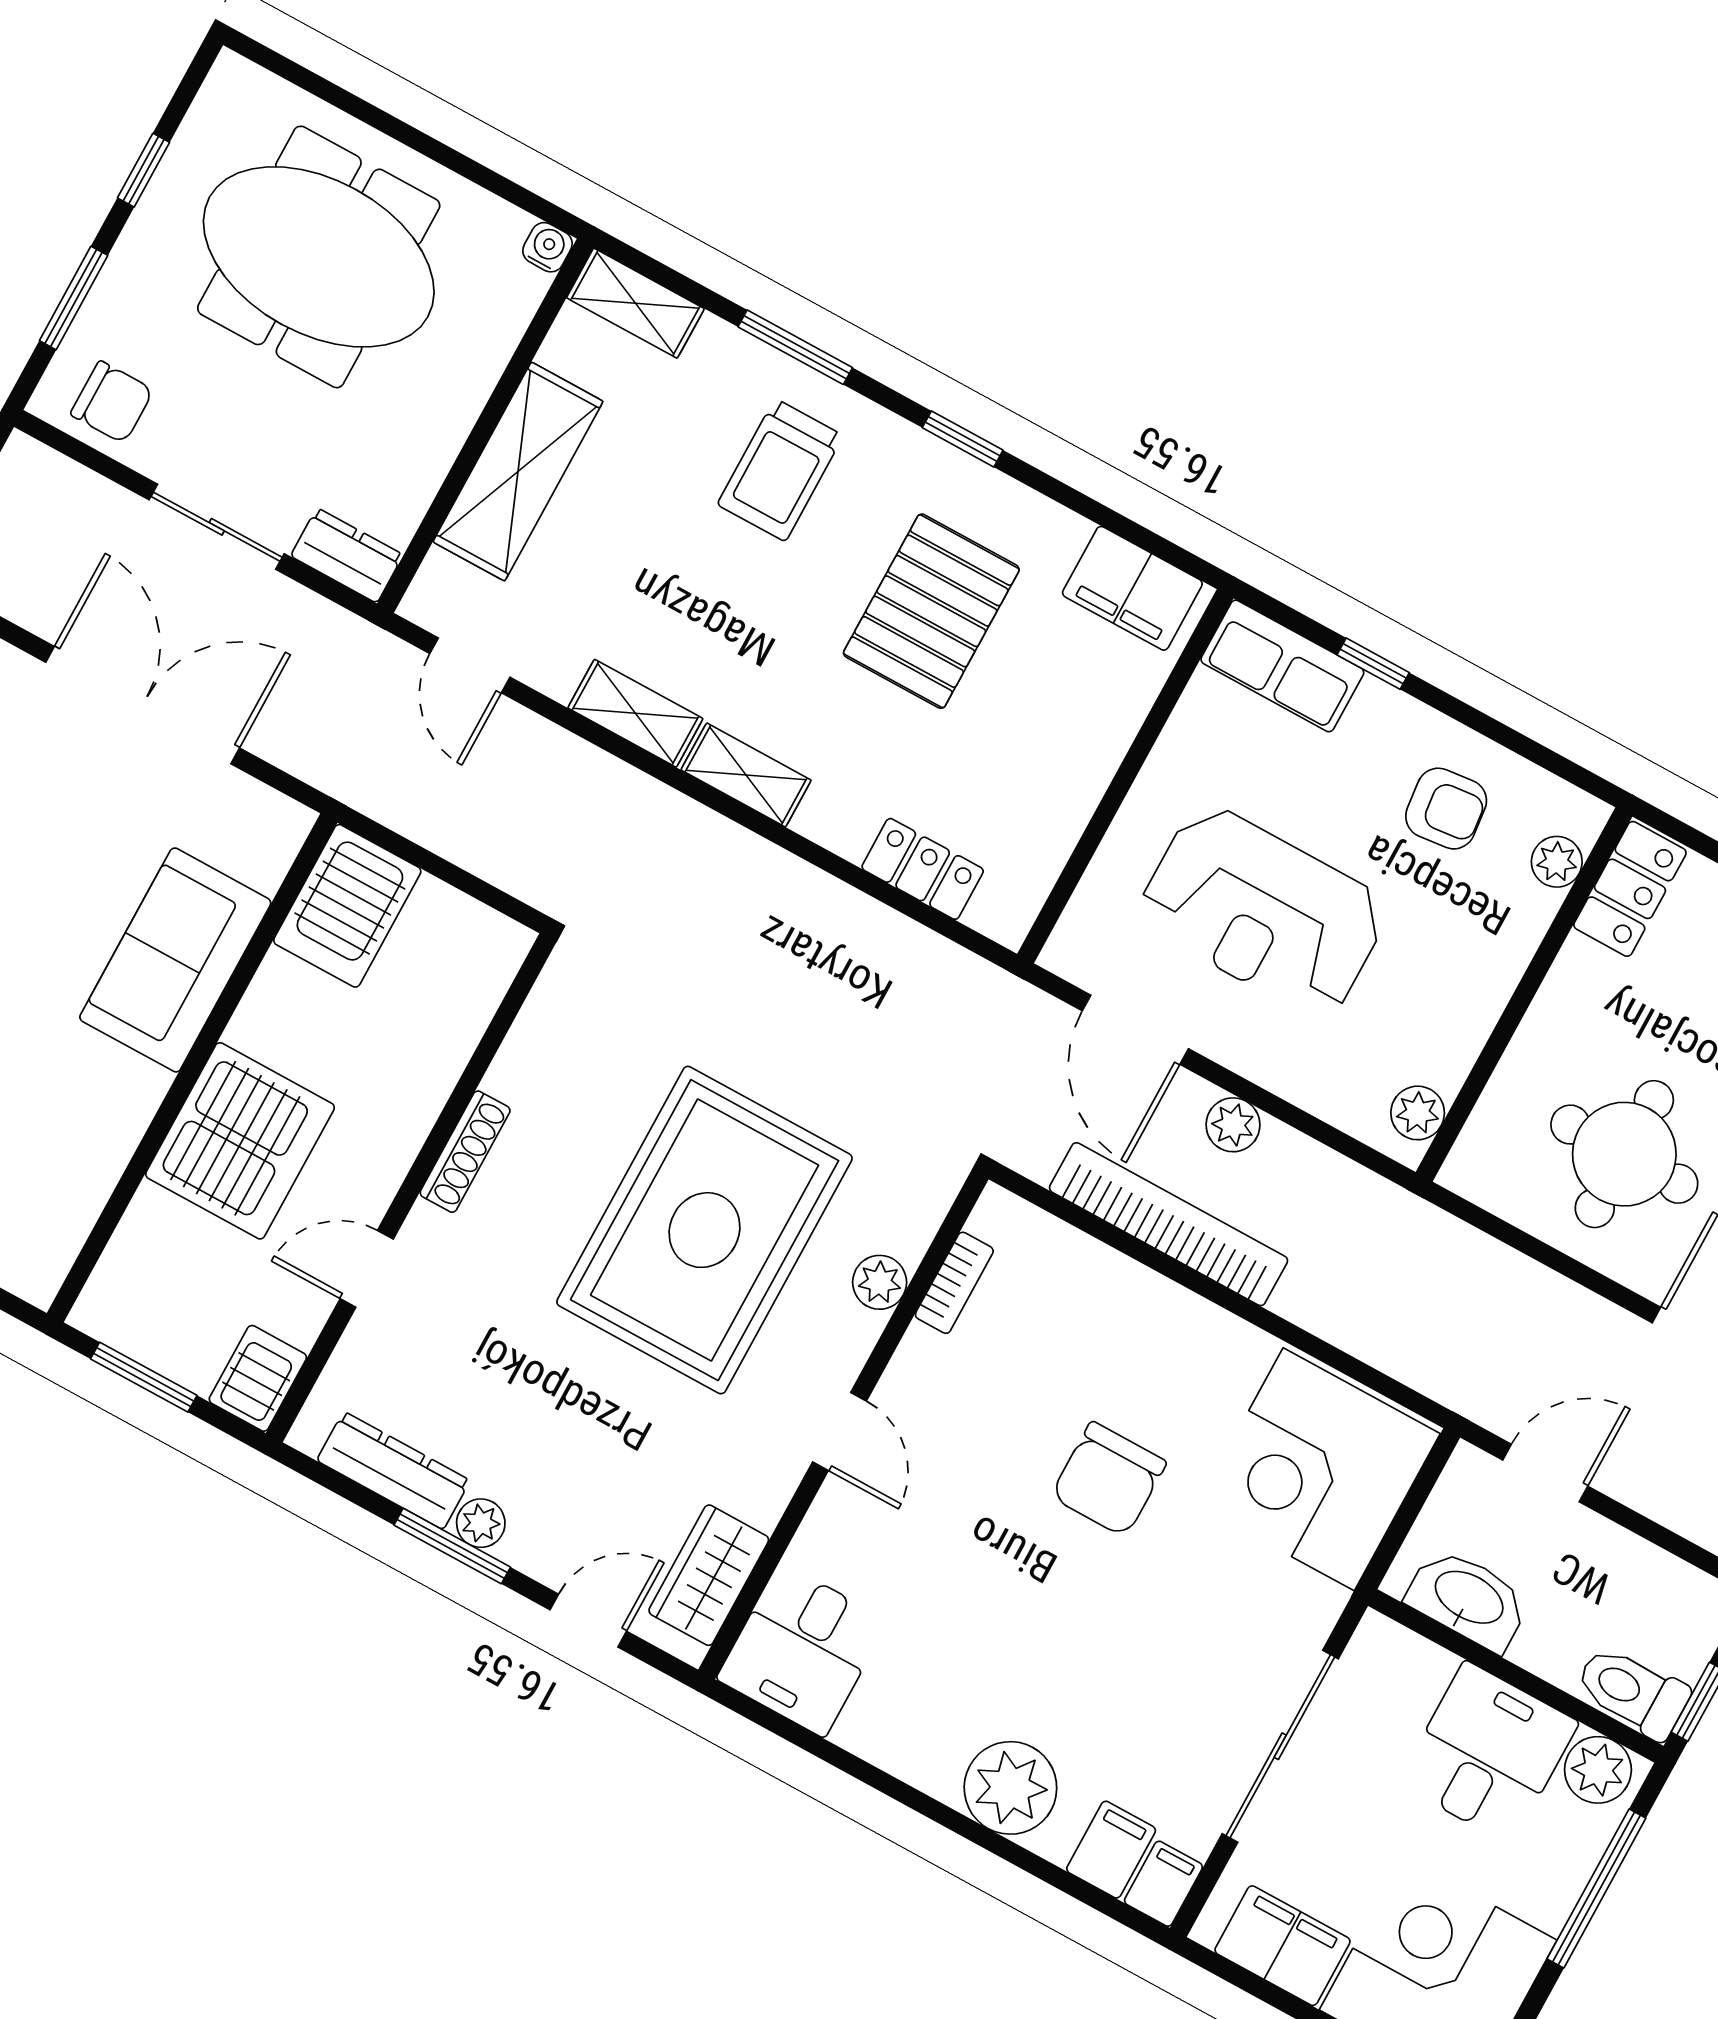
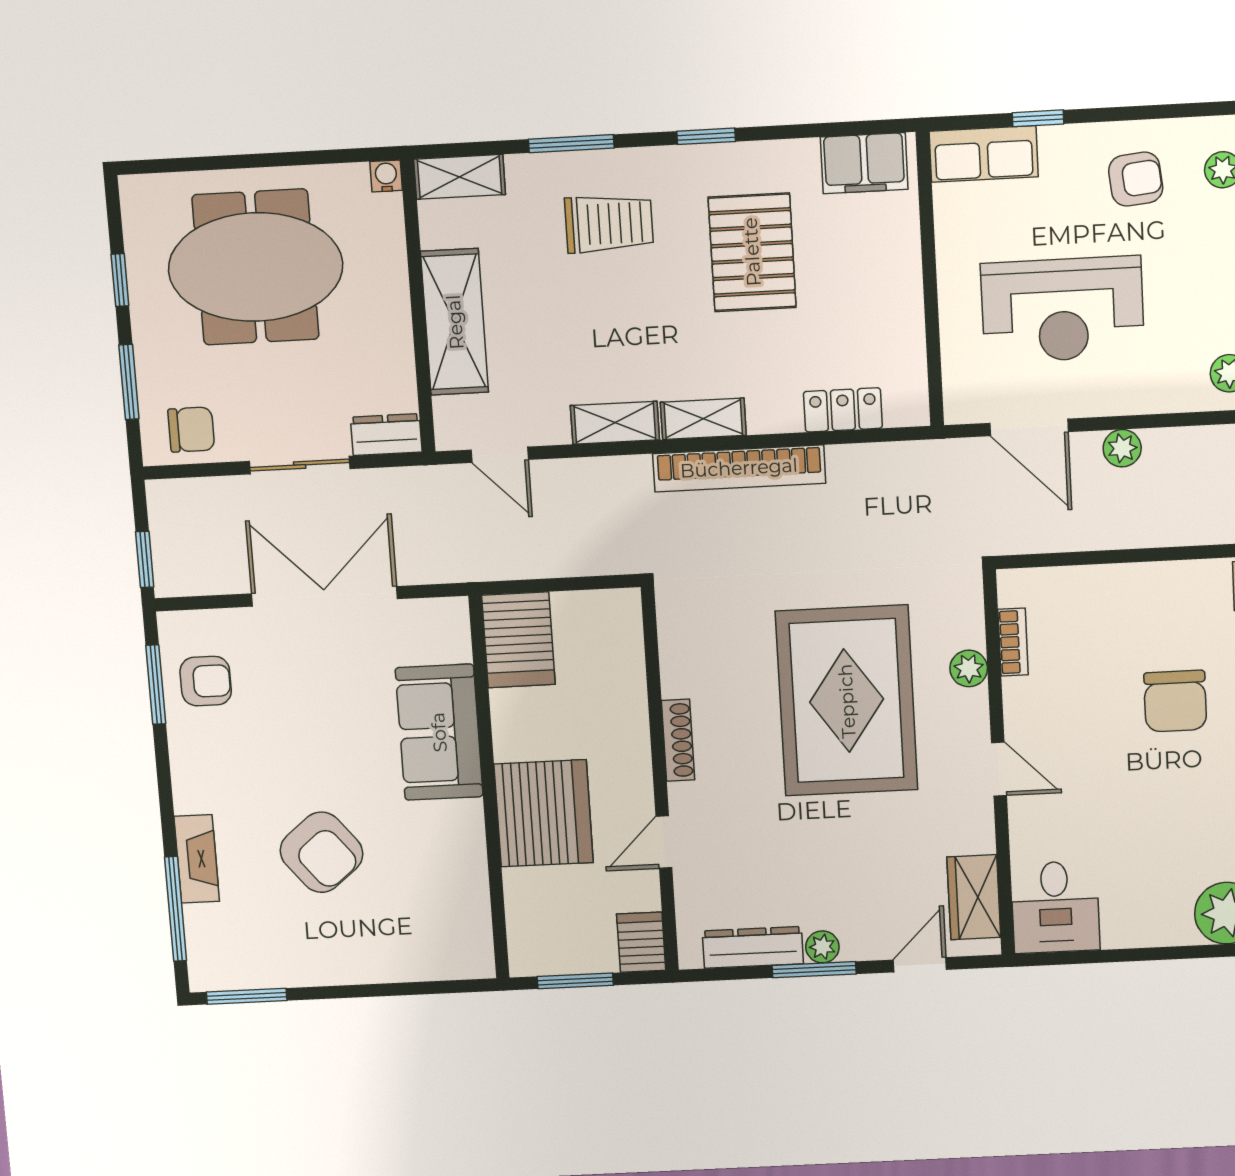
trolley: (780, 470) -> (609, 224), turned -90
bookcase: (1169, 1224) -> (739, 468), moved, turned 180

